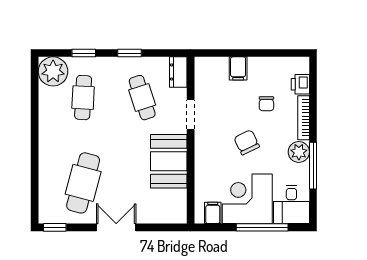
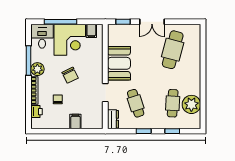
plant: (53, 71) -> (191, 104), moved
window: (55, 227) -> (123, 22), moved

